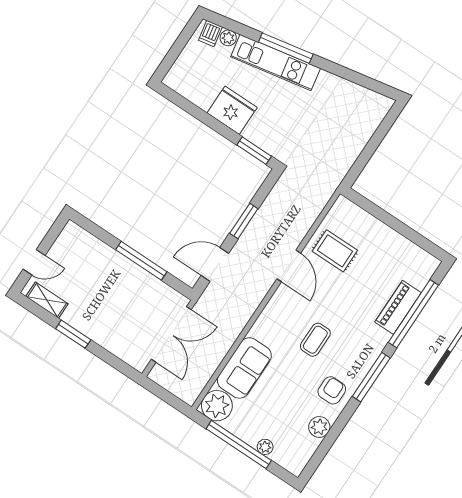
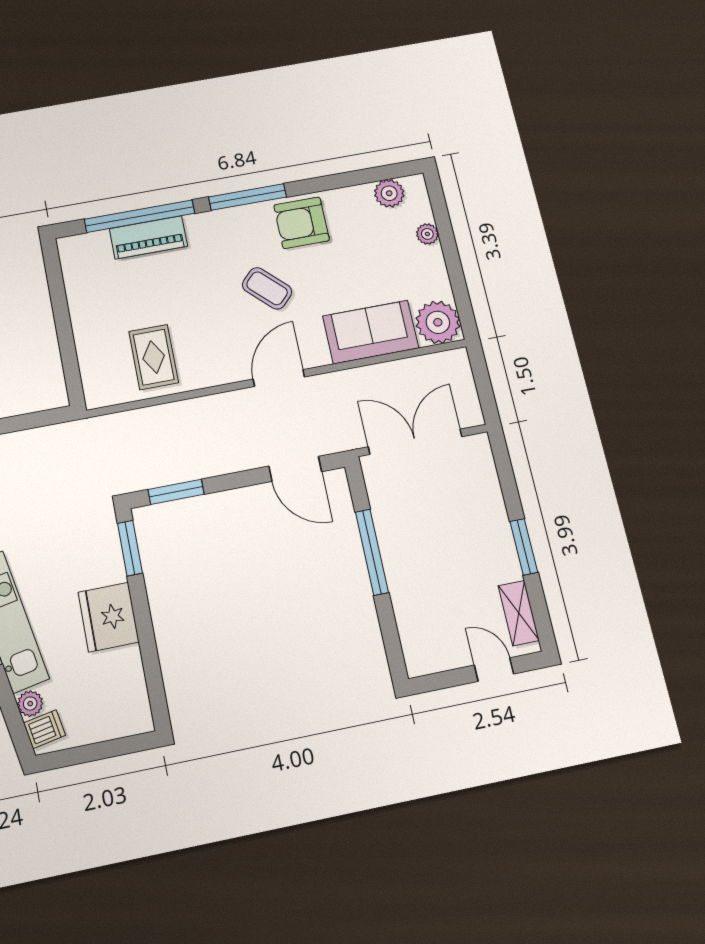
window: (244, 221) -> (176, 492), moved
door: (289, 266) -> (279, 378), moved
coffee table: (315, 340) -> (267, 288), turned 44
armchair: (332, 390) -> (302, 223), width x1.38, depth x1.38
plant: (319, 427) -> (389, 193), moved
window: (239, 445) -> (453, 262), removed

